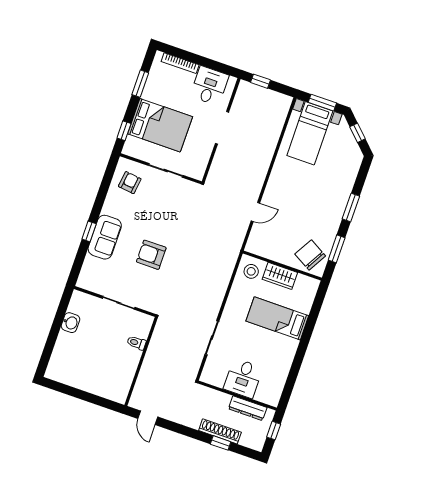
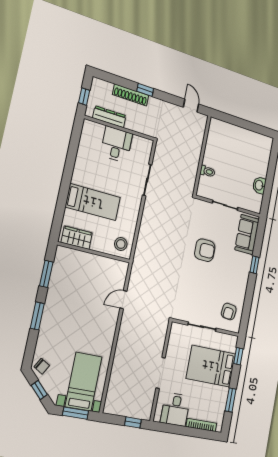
sofa: (105, 237) -> (247, 234), moved
chair: (310, 255) -> (42, 366), moved, width x0.54, depth x0.54
wardrobe: (280, 276) -> (77, 238), moved
window: (221, 443) -> (145, 90), moved

